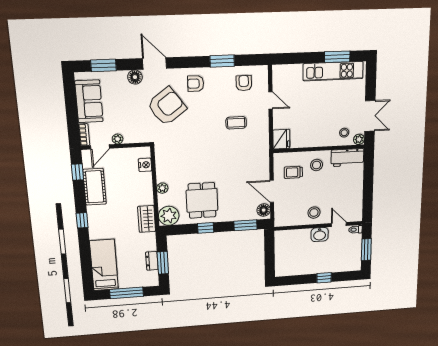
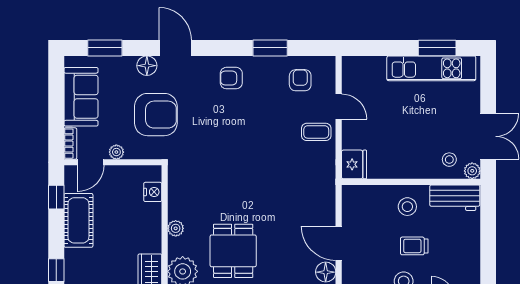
armchair: (167, 106) -> (156, 115), moved, turned 36
coffee table: (236, 123) -> (316, 132), moved
trolley: (293, 172) -> (414, 246), moved

